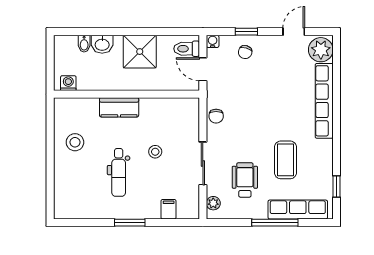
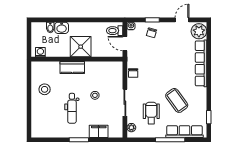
shower: (140, 52) -> (81, 47), moved
coffee table: (285, 160) -> (177, 100), turned -36
filing cabinet: (169, 209) -> (99, 131), width x2.00

